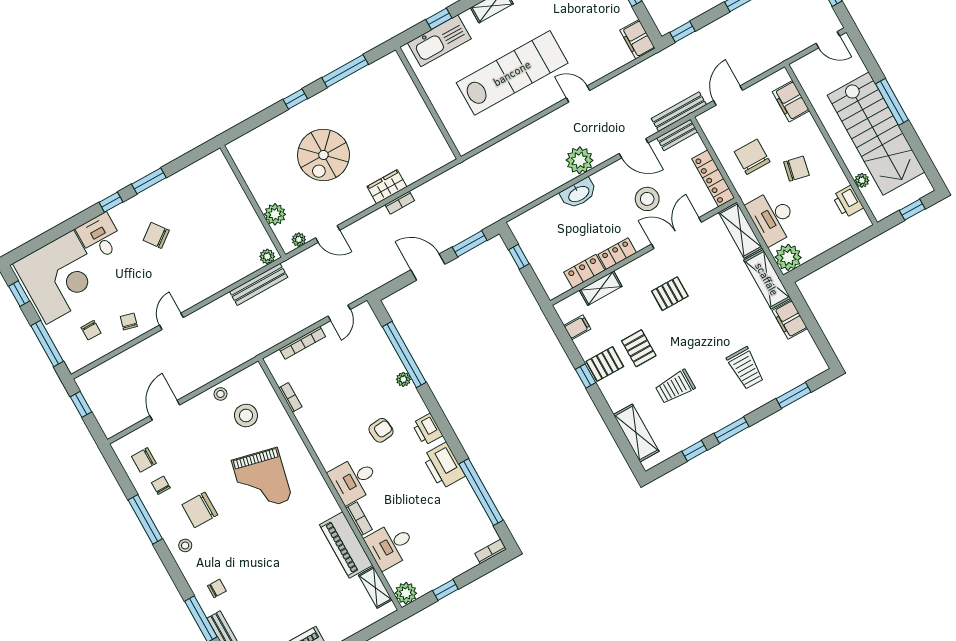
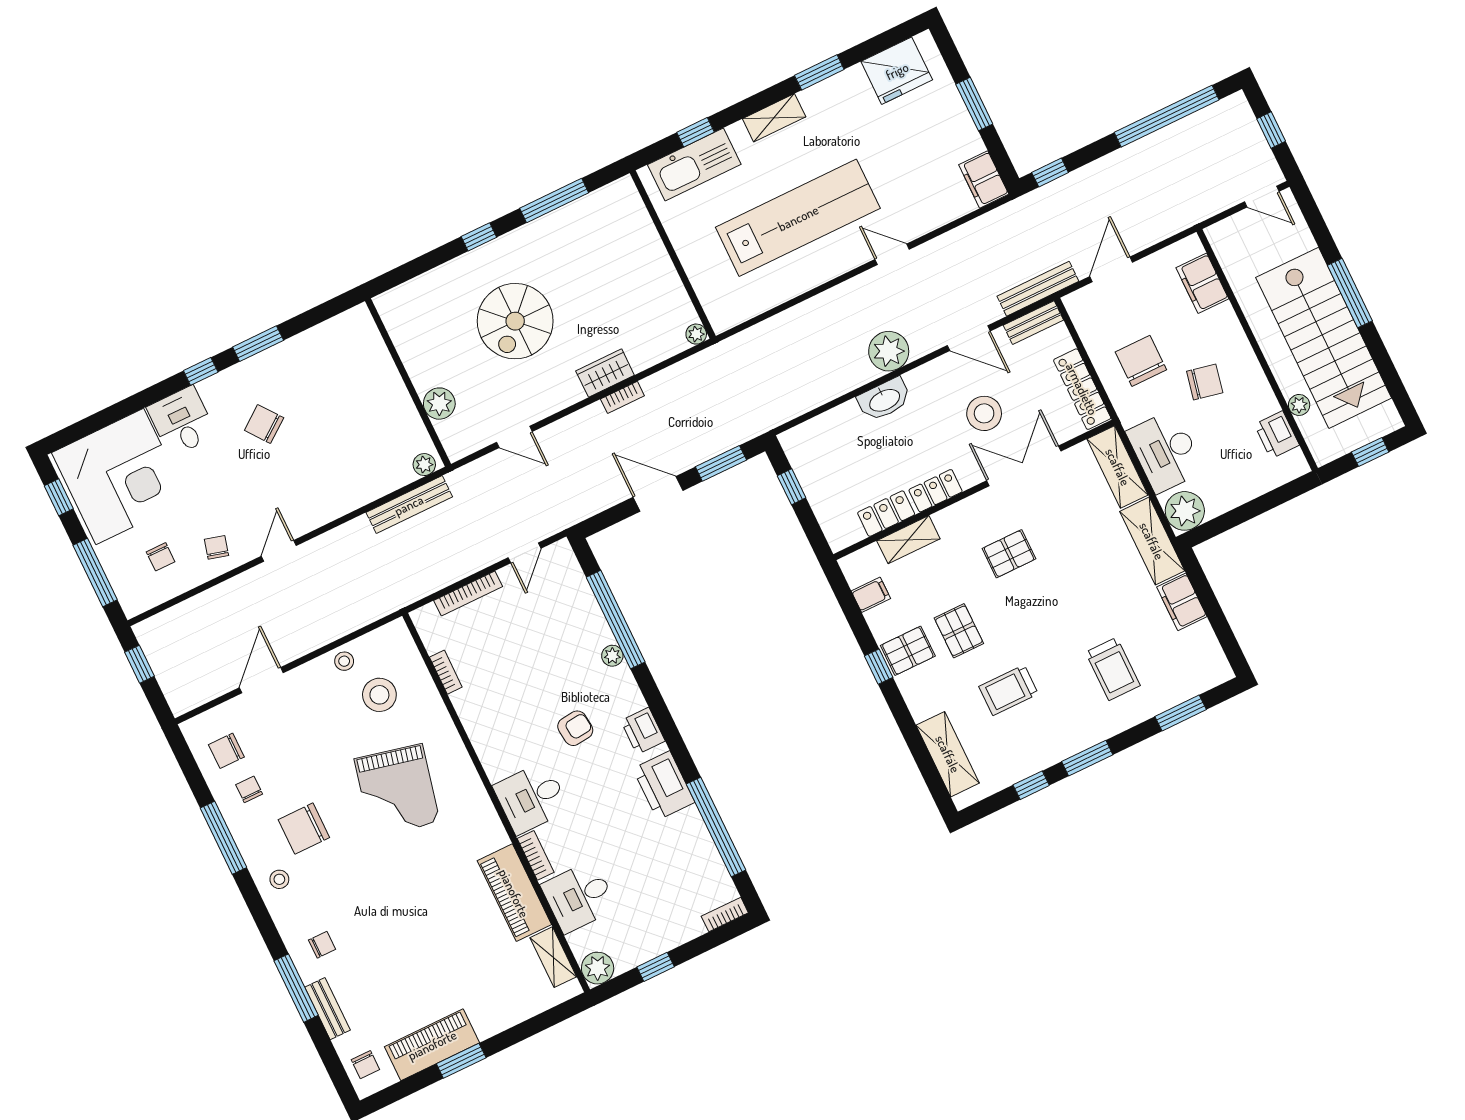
plant: (299, 240) -> (696, 334), moved

